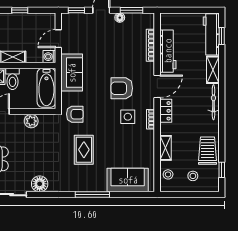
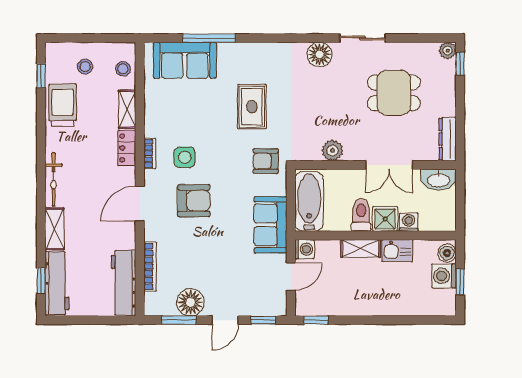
window: (20, 10) -> (316, 320), moved
floor lamp: (120, 18) -> (190, 302), width x1.89, depth x1.89
workbench: (168, 51) -> (124, 283), moved
locker: (166, 111) -> (127, 148), moved
trolley: (207, 151) -> (63, 105), turned 180
window: (92, 195) -> (209, 38), moved

